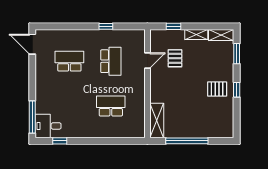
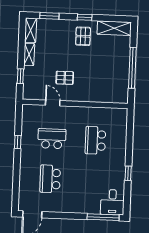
pallet: (175, 58) -> (65, 78), moved
shelving: (157, 121) -> (114, 28), moved
window: (60, 141) -> (128, 173), moved

